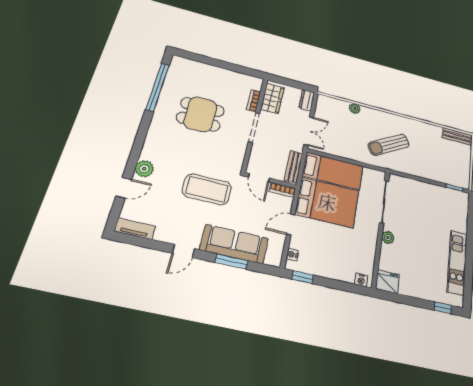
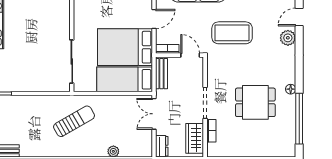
floor lamp: (158, 117) -> (291, 89), added
plant: (388, 238) -> (64, 28), removed

